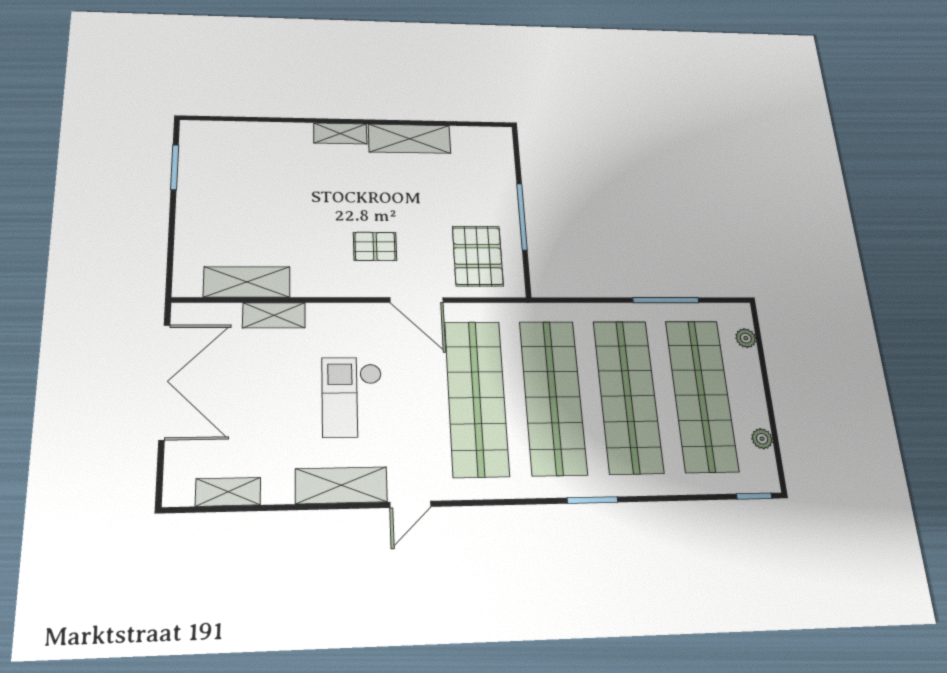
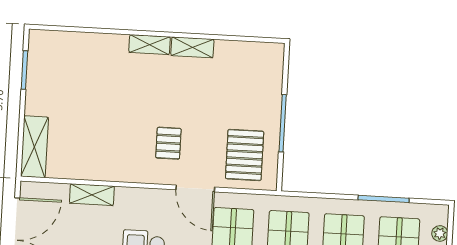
shelving: (409, 139) -> (192, 47), width x0.67, depth x0.75
pallet: (375, 246) -> (168, 143), turned 90
shelving: (247, 282) -> (34, 147), moved, turned 90

